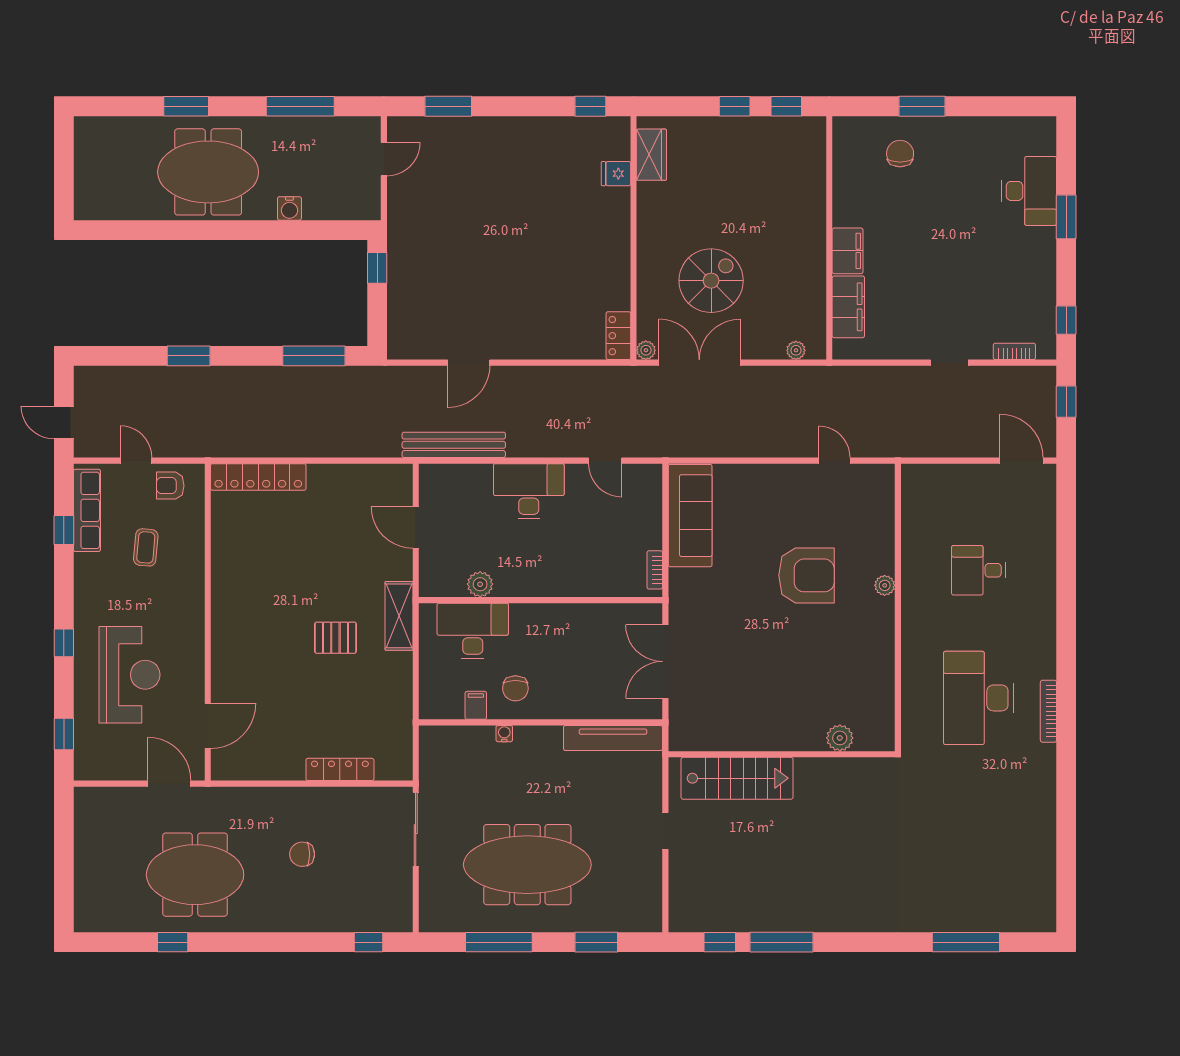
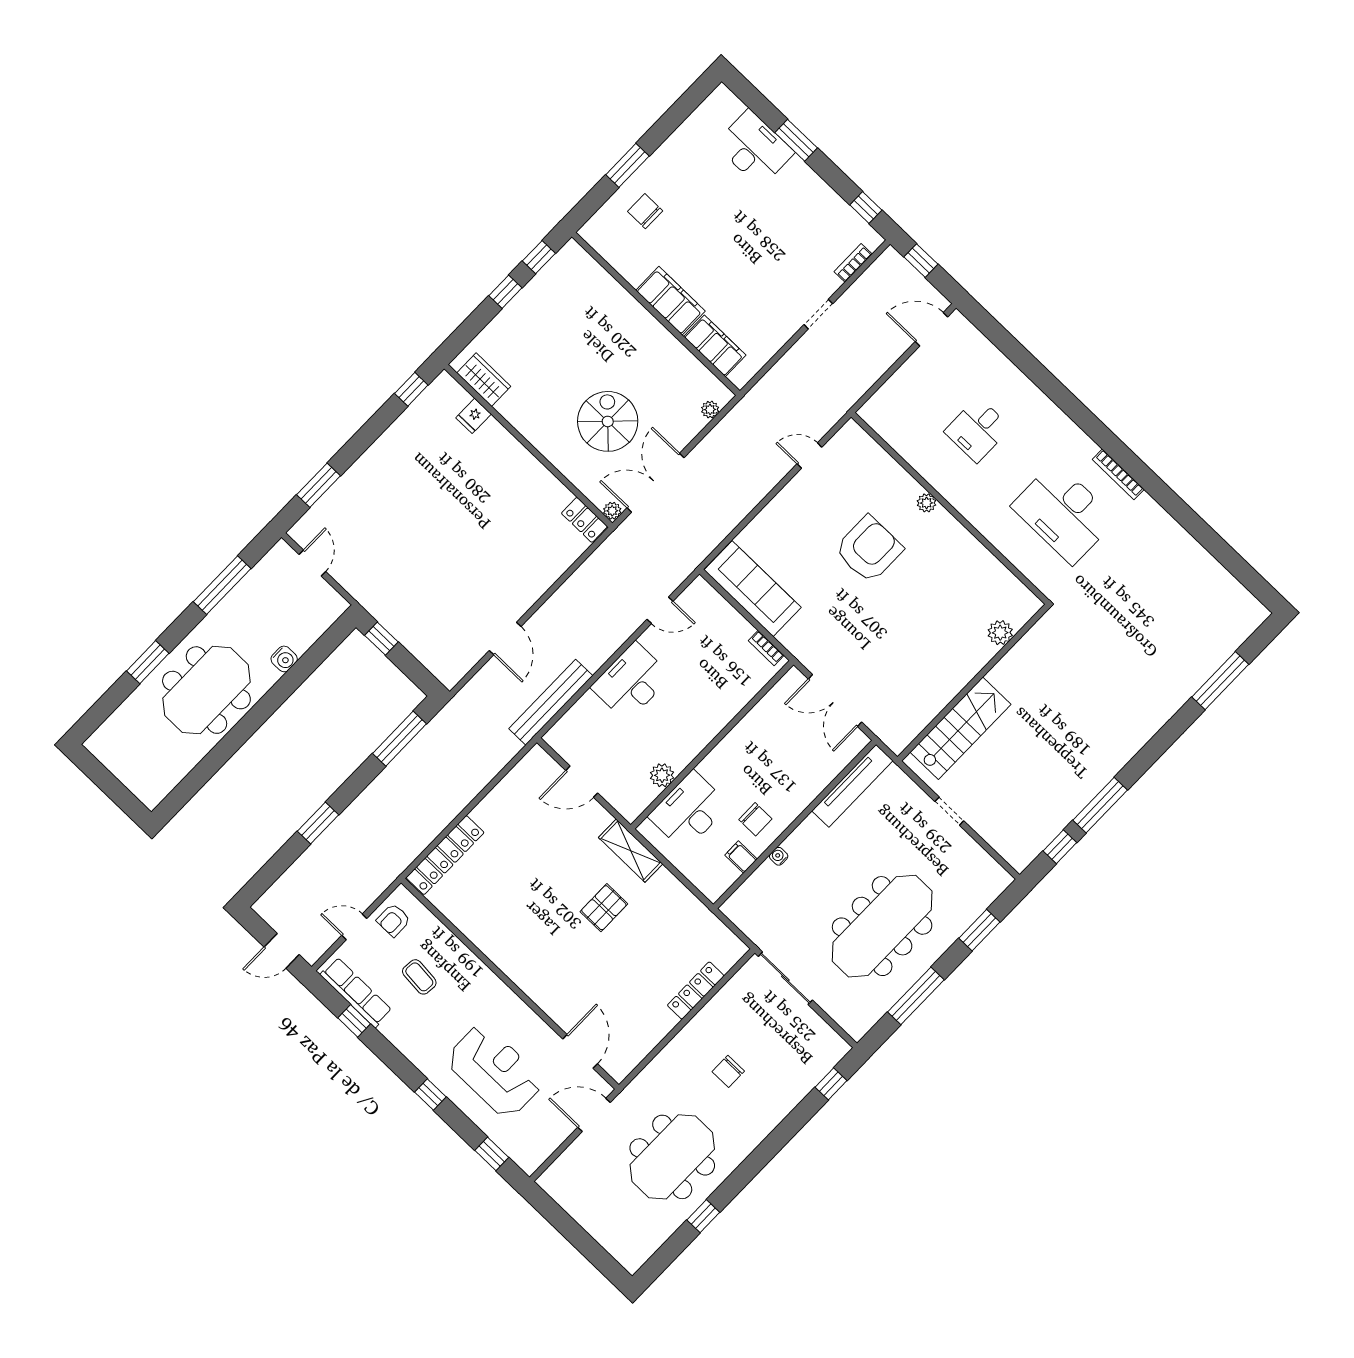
filing cabinet: (848, 251) -> (670, 301), width x1.50, depth x1.17

